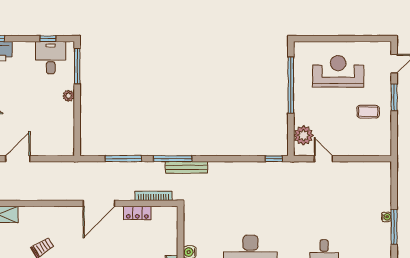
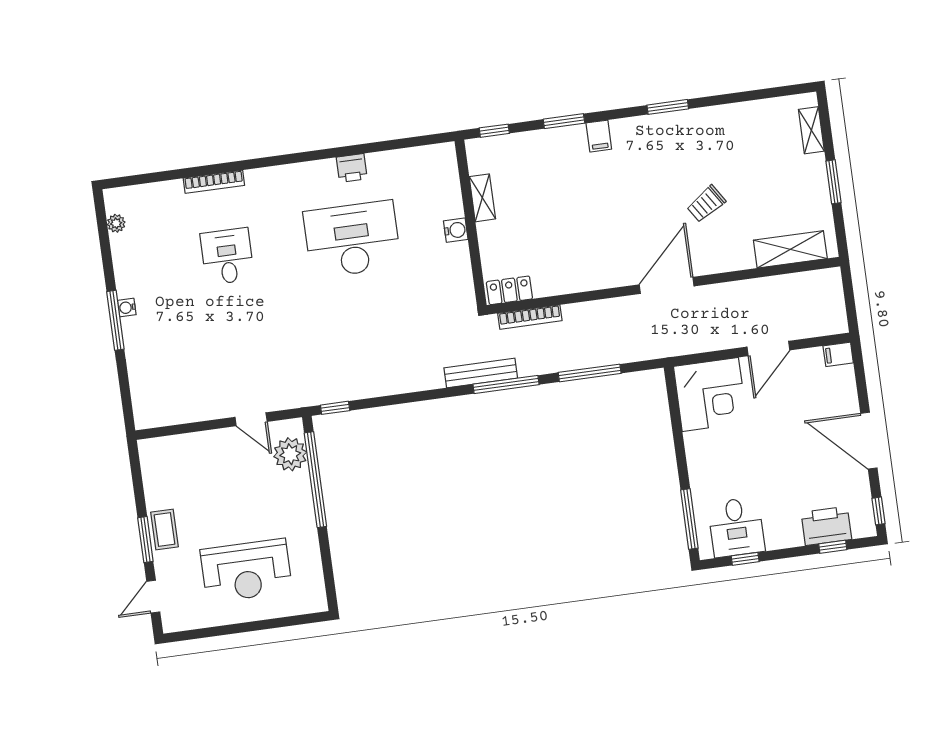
window: (291, 85) -> (315, 480), moved
plant: (69, 96) -> (697, 467), removed
coffee table: (368, 112) -> (164, 529), moved, turned 90
corner desk: (55, 137) -> (710, 394), added
door: (99, 203) -> (667, 285), moved
locker: (137, 213) -> (509, 290), moved
water cooler: (386, 217) -> (127, 308), moved

